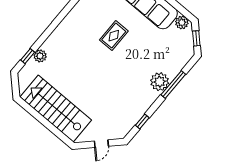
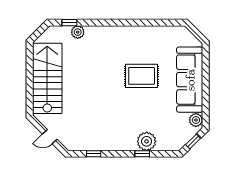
rug: (114, 36) -> (142, 76), width x1.36, depth x1.43
plant: (160, 82) -> (147, 141), moved
window: (173, 85) -> (142, 154), width x0.46

